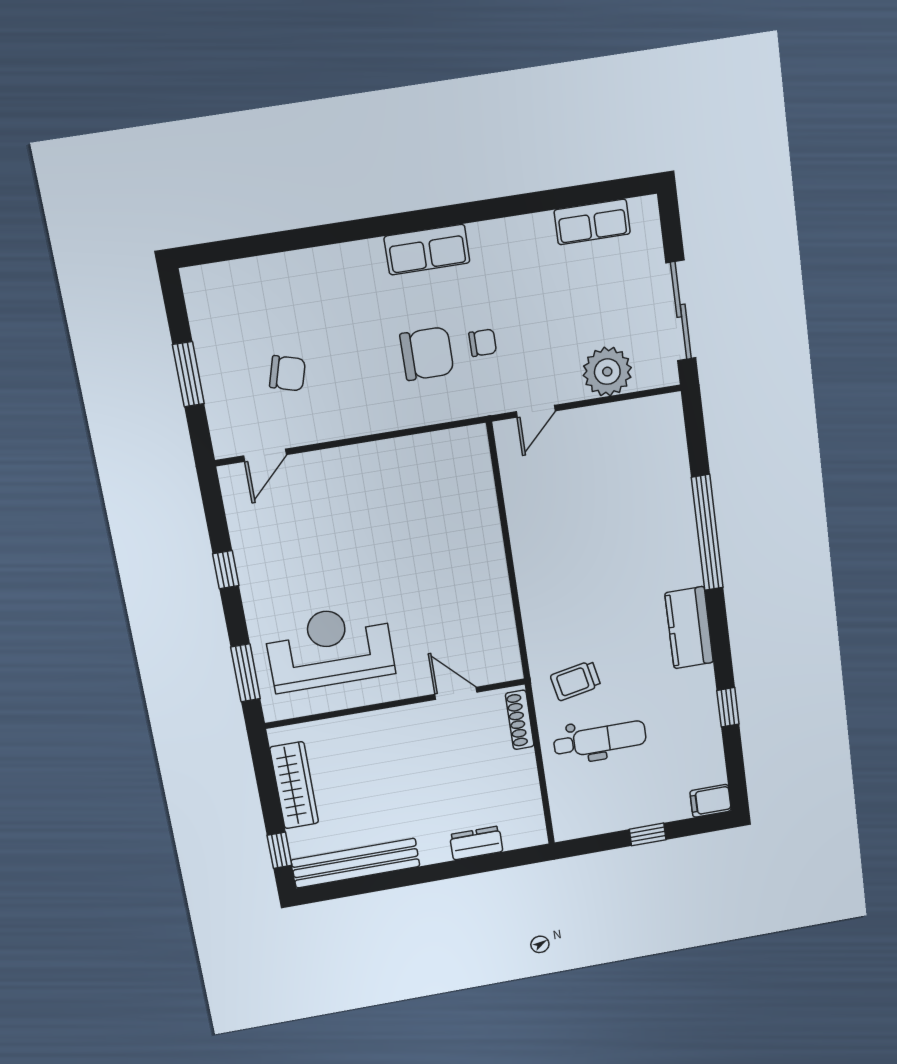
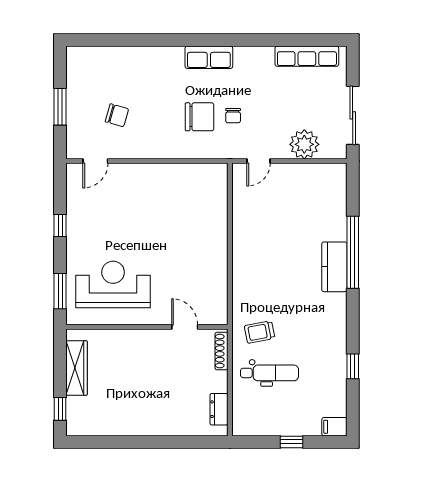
row of seats: (592, 222) -> (307, 56), width x1.48
chair: (483, 343) -> (233, 116), turned 90
kitchen counter: (689, 628) -> (334, 267), moved
dresser: (476, 843) -> (219, 409), moved, turned -90
bench: (356, 863) -> (105, 426), removed

